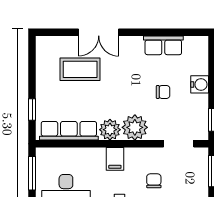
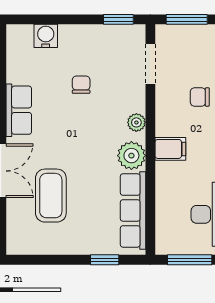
row of seats: (163, 45) -> (19, 110), moved
water cooler: (200, 84) -> (46, 36), moved
plant: (135, 127) -> (136, 122), width x0.53, depth x0.53

